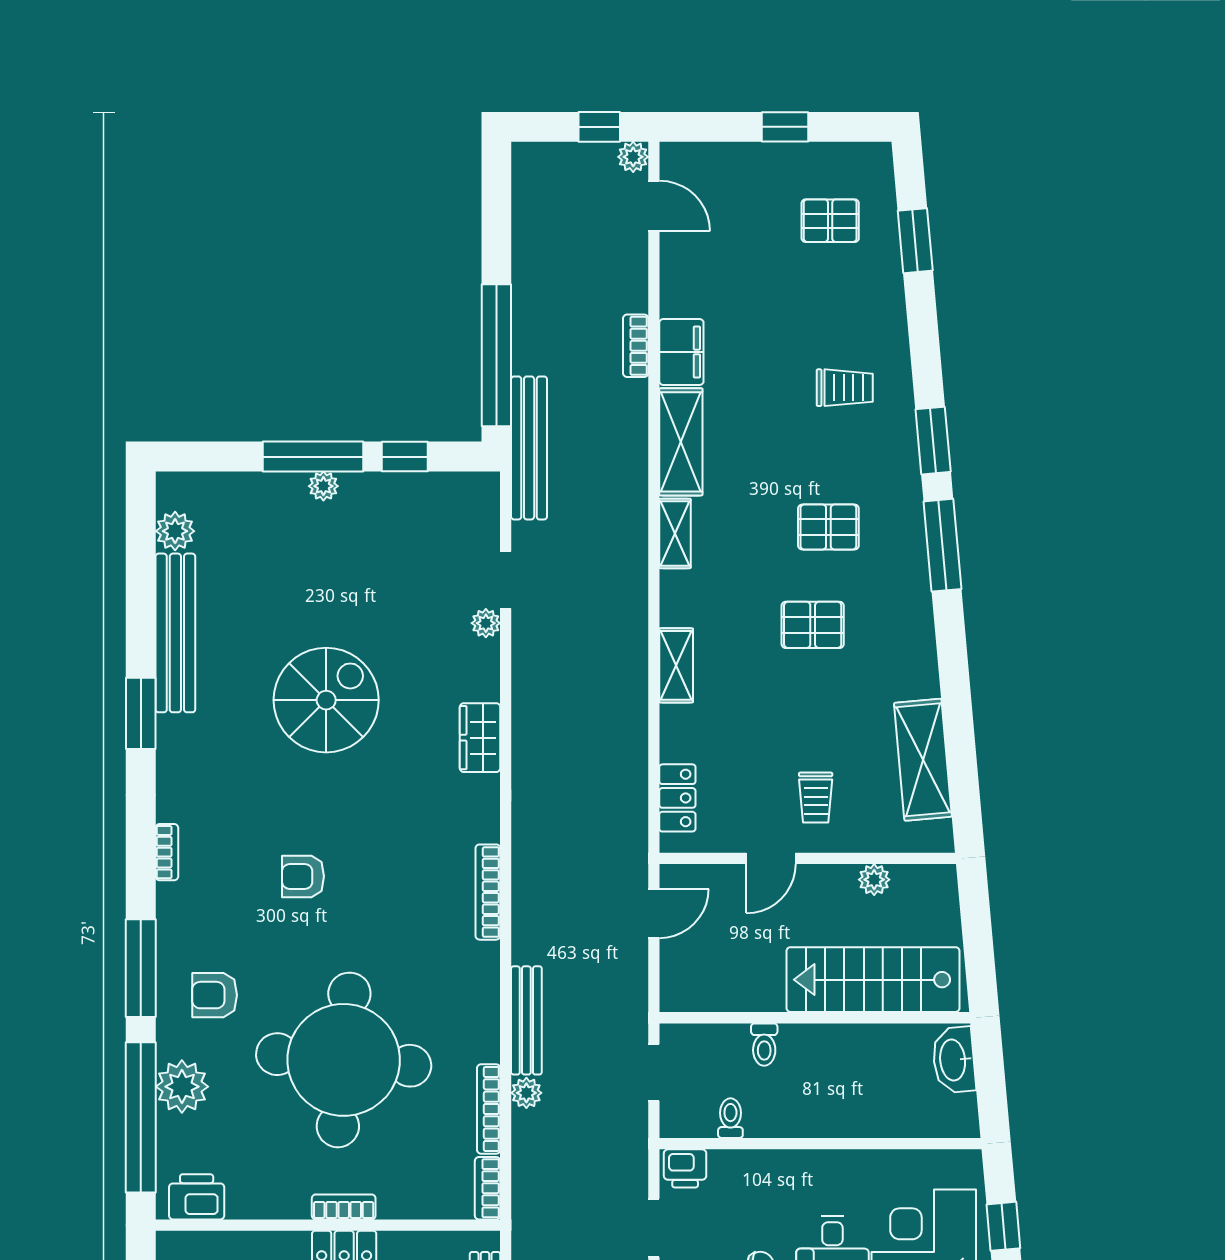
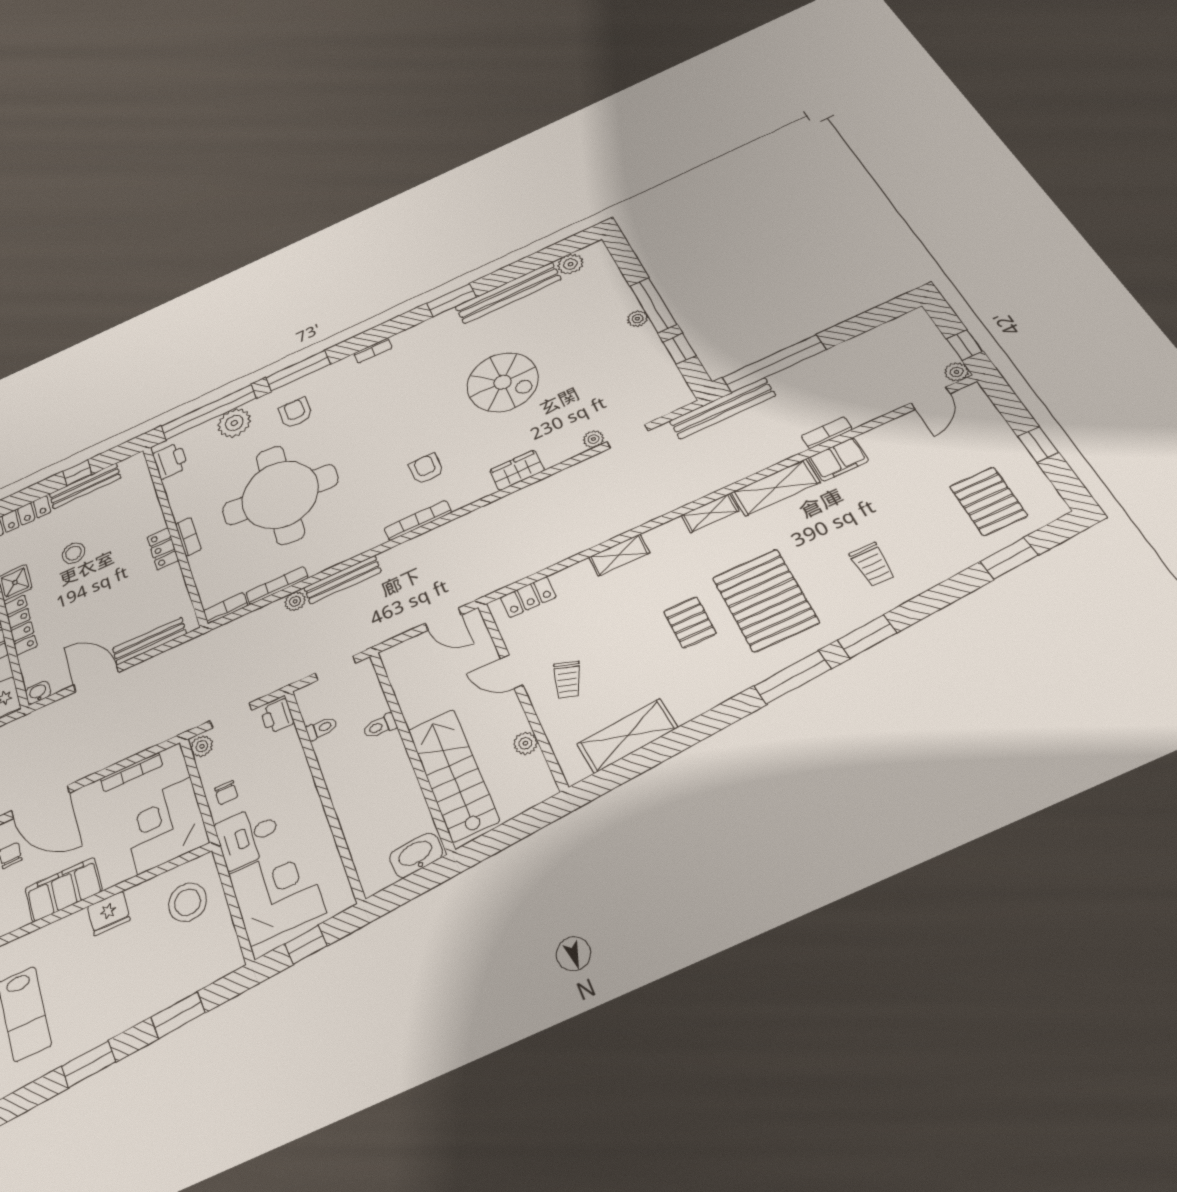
pallet: (830, 221) -> (988, 501), width x1.50, depth x1.42
pallet: (828, 527) -> (765, 600), width x2.05, depth x2.00
trolley: (816, 797) -> (567, 680), turned -71
armchair: (303, 876) -> (426, 469), moved

